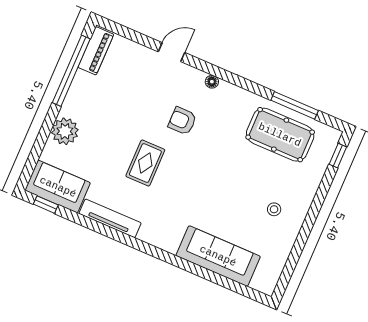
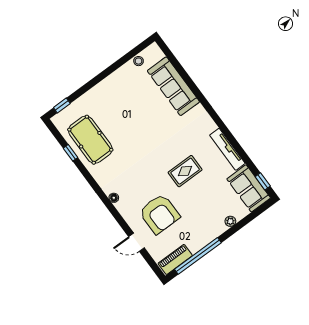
door: (171, 52) -> (136, 242), moved
window: (295, 105) -> (71, 153), width x0.46
armchair: (182, 121) -> (159, 214), moved, width x1.88, depth x1.88
plant: (65, 131) -> (230, 221), width x0.53, depth x0.53
stool: (274, 209) -> (139, 61), moved

